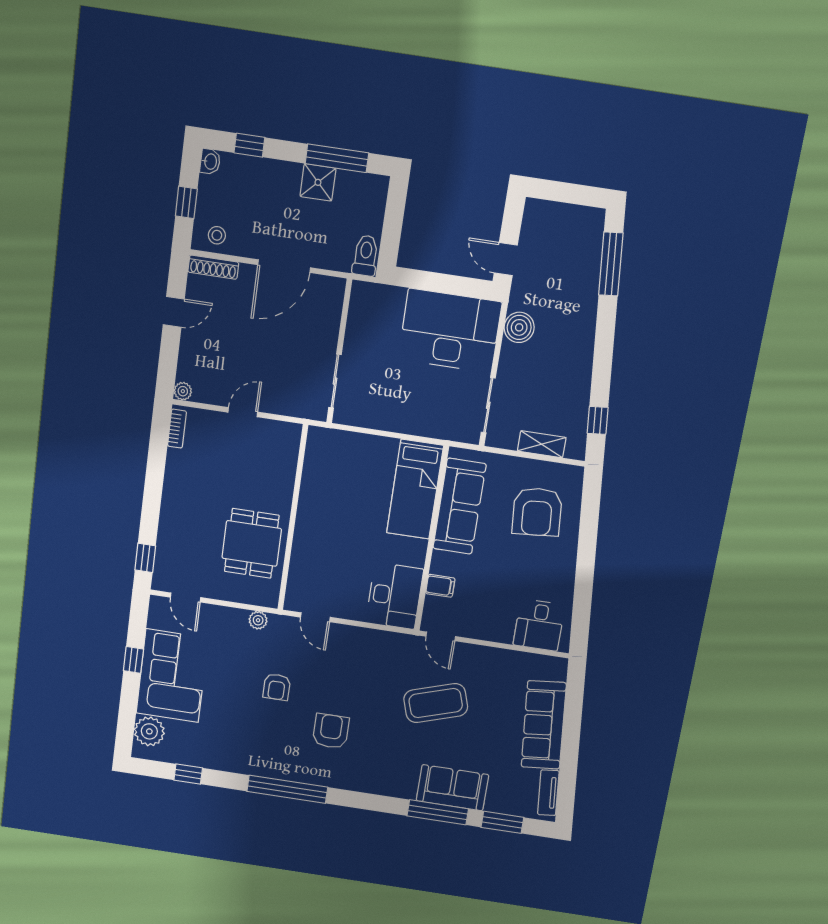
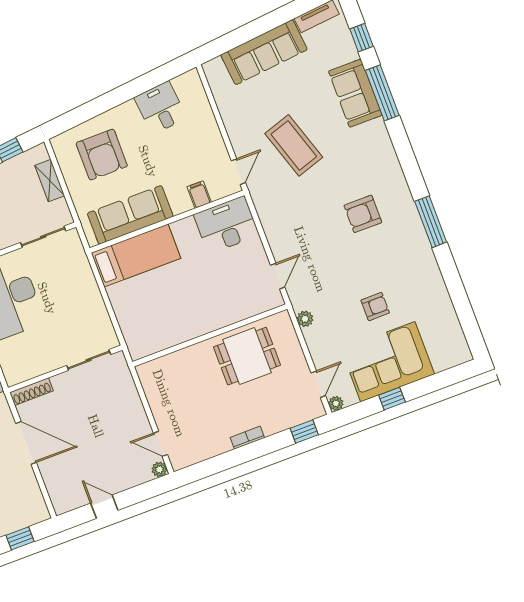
stool: (217, 235) -> (31, 504), removed
shoe rack: (213, 267) -> (31, 392), moved, turned 90
door: (243, 412) -> (160, 444), moved
bookcase: (177, 429) -> (247, 438), moved
armchair: (537, 512) -> (102, 155), turned 95
desk: (539, 625) -> (160, 108), moved, turned -96
armchair: (277, 687) -> (375, 307), moved
plant: (149, 731) -> (336, 403), moved, width x0.53, depth x0.53
window: (188, 774) -> (463, 307), removed
window: (287, 789) -> (431, 222), width x0.68
window: (502, 822) -> (362, 38), width x0.67

